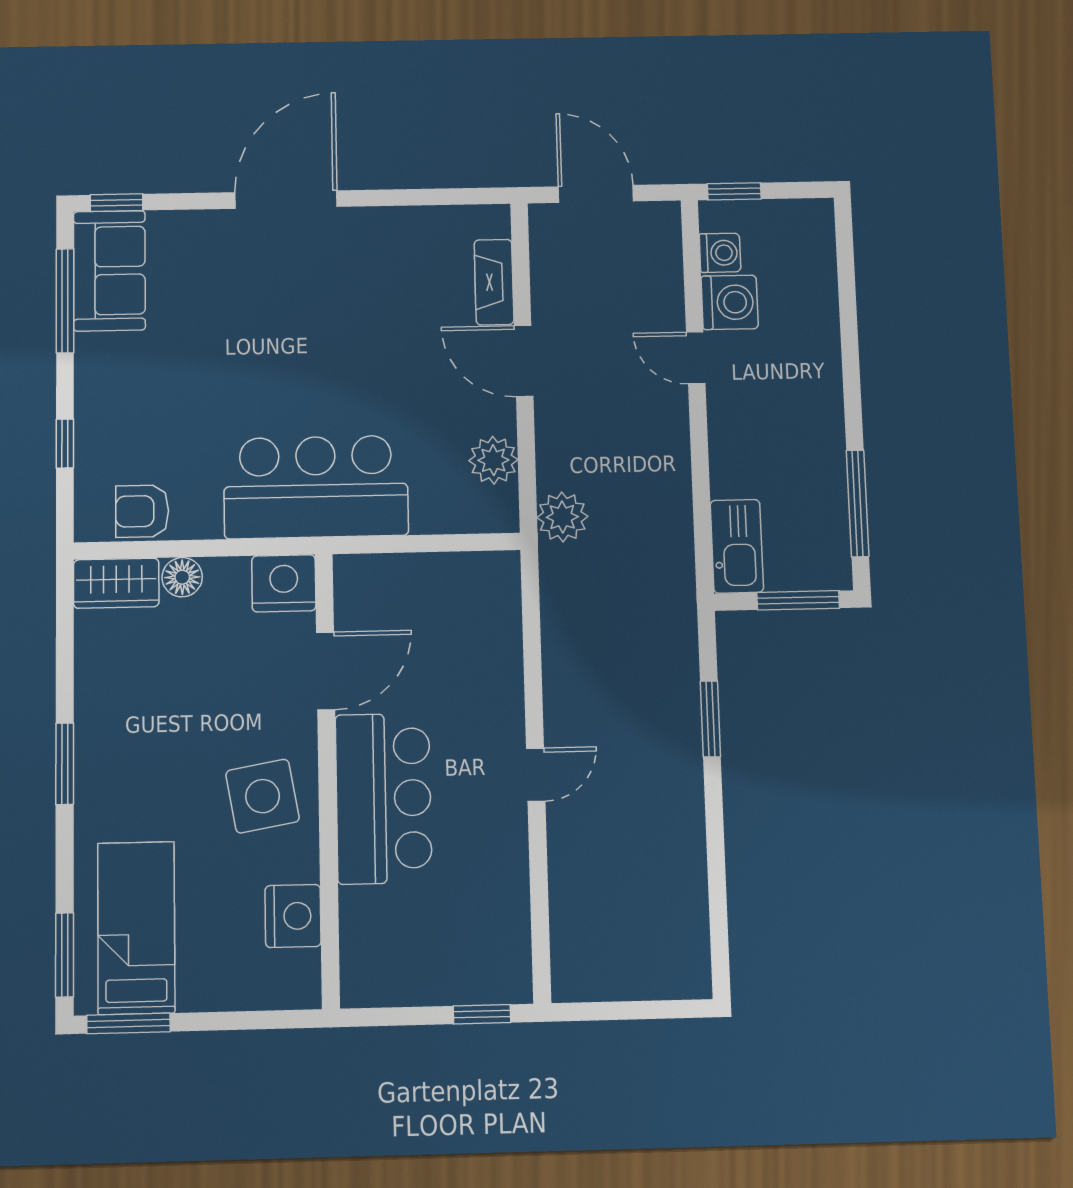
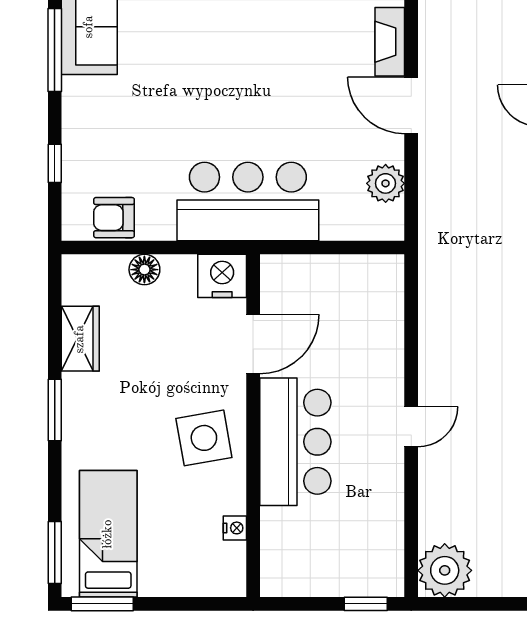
plant: (562, 517) -> (445, 570), moved, width x1.36, depth x1.36
wardrobe: (116, 583) -> (80, 339), moved, turned -90
nightstand: (293, 916) -> (235, 528), width x0.53, depth x0.56

